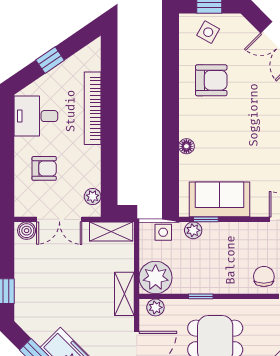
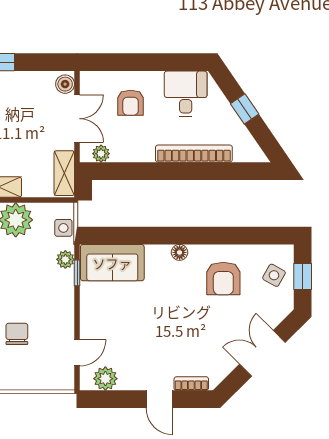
floor lamp: (186, 146) -> (180, 252), moved
sofa: (219, 199) -> (112, 263), moved, turned 90
double door: (59, 219) -> (77, 119), swing flipped
chair: (264, 276) -> (17, 334), turned -90

